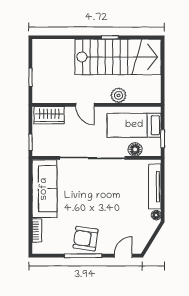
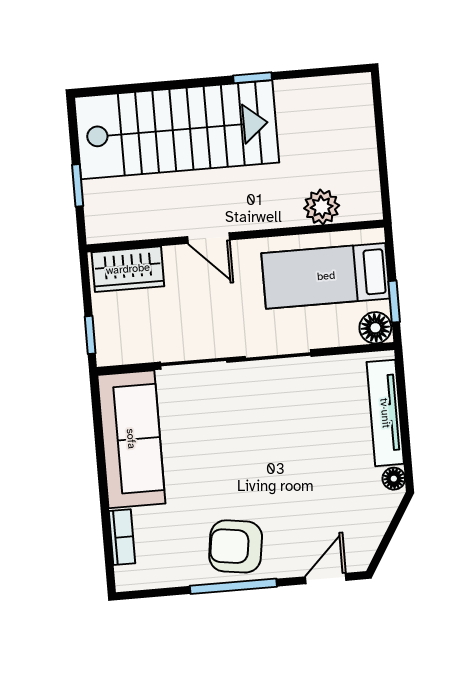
stairs: (118, 57) -> (177, 130), moved
plant: (119, 95) -> (322, 207), moved
floor lamp: (135, 149) -> (375, 328), moved

